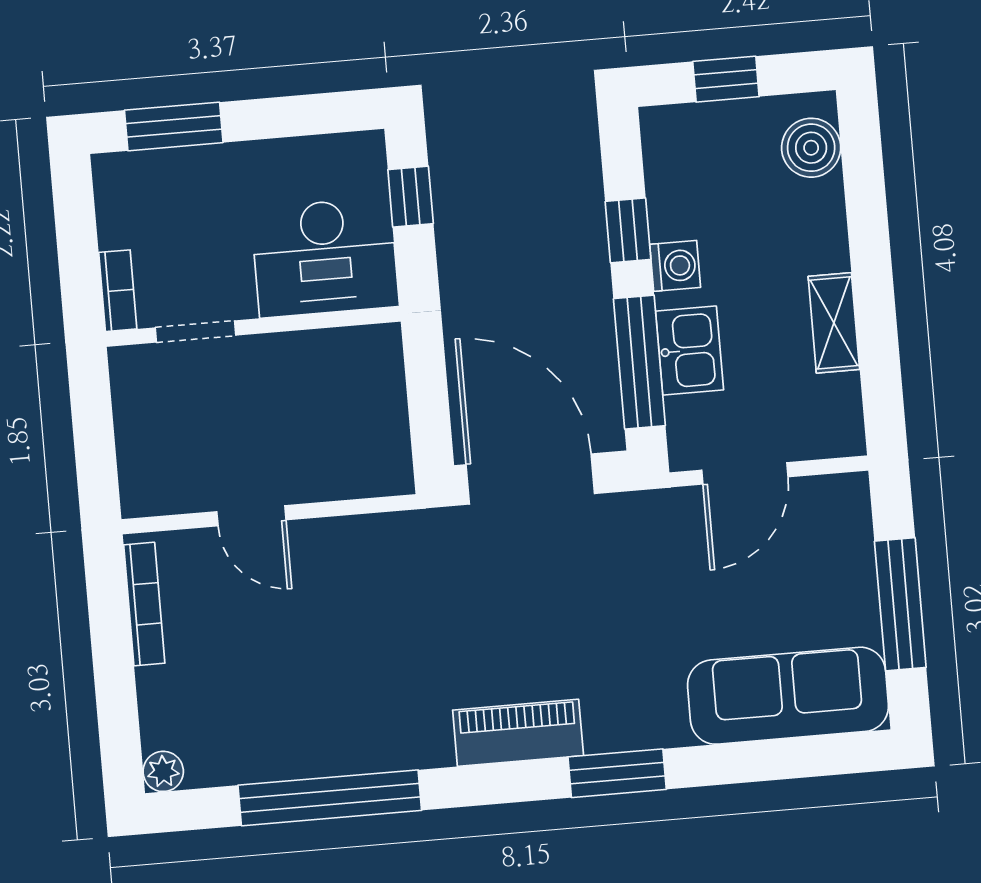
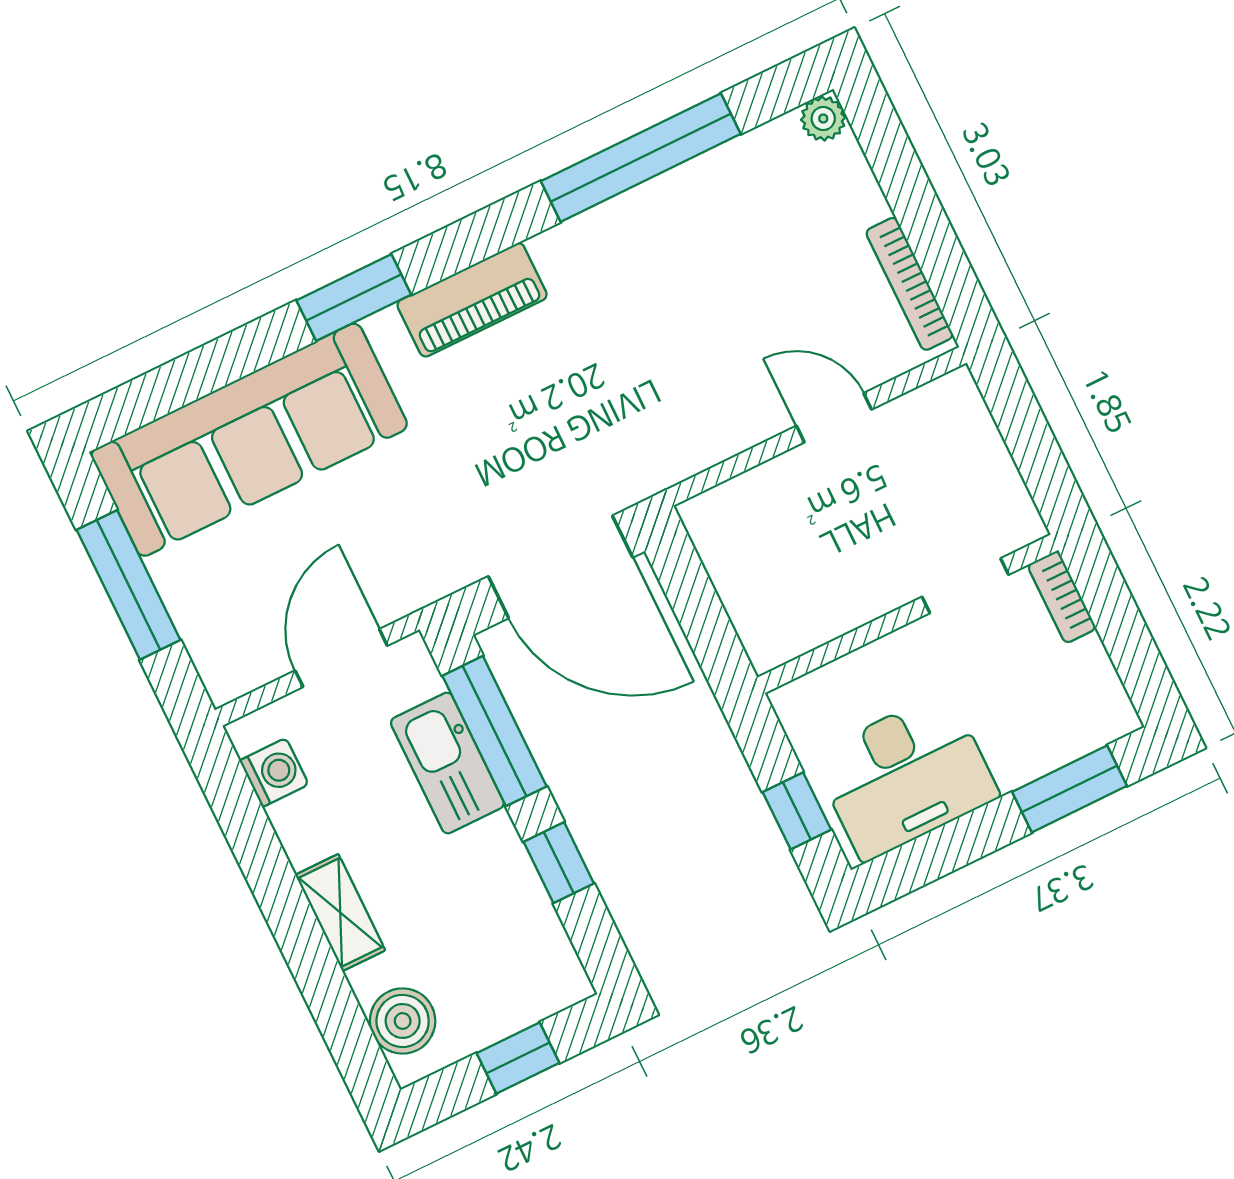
desk: (325, 257) -> (905, 776), moved, turned 180
washing machine: (675, 266) -> (274, 773), moved, turned 180
shelving: (834, 323) -> (340, 913), moved
kitchen sink: (689, 351) -> (447, 763), width x1.38
sofa: (788, 696) -> (249, 440), width x1.36, depth x1.27

